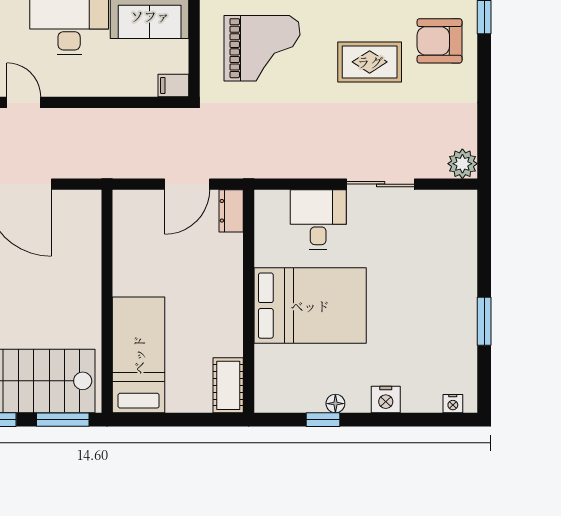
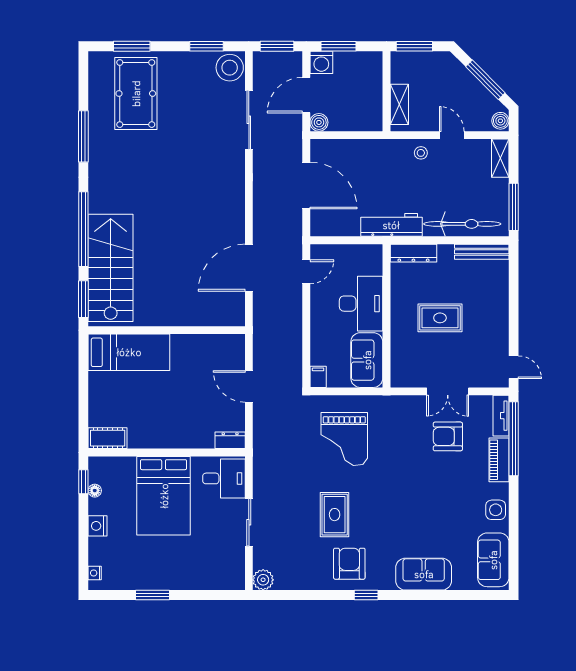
dresser: (231, 211) -> (230, 440), moved
wall: (249, 301) -> (167, 453), moved
bed: (310, 306) -> (164, 496), moved
cot: (228, 385) -> (108, 438), moved

